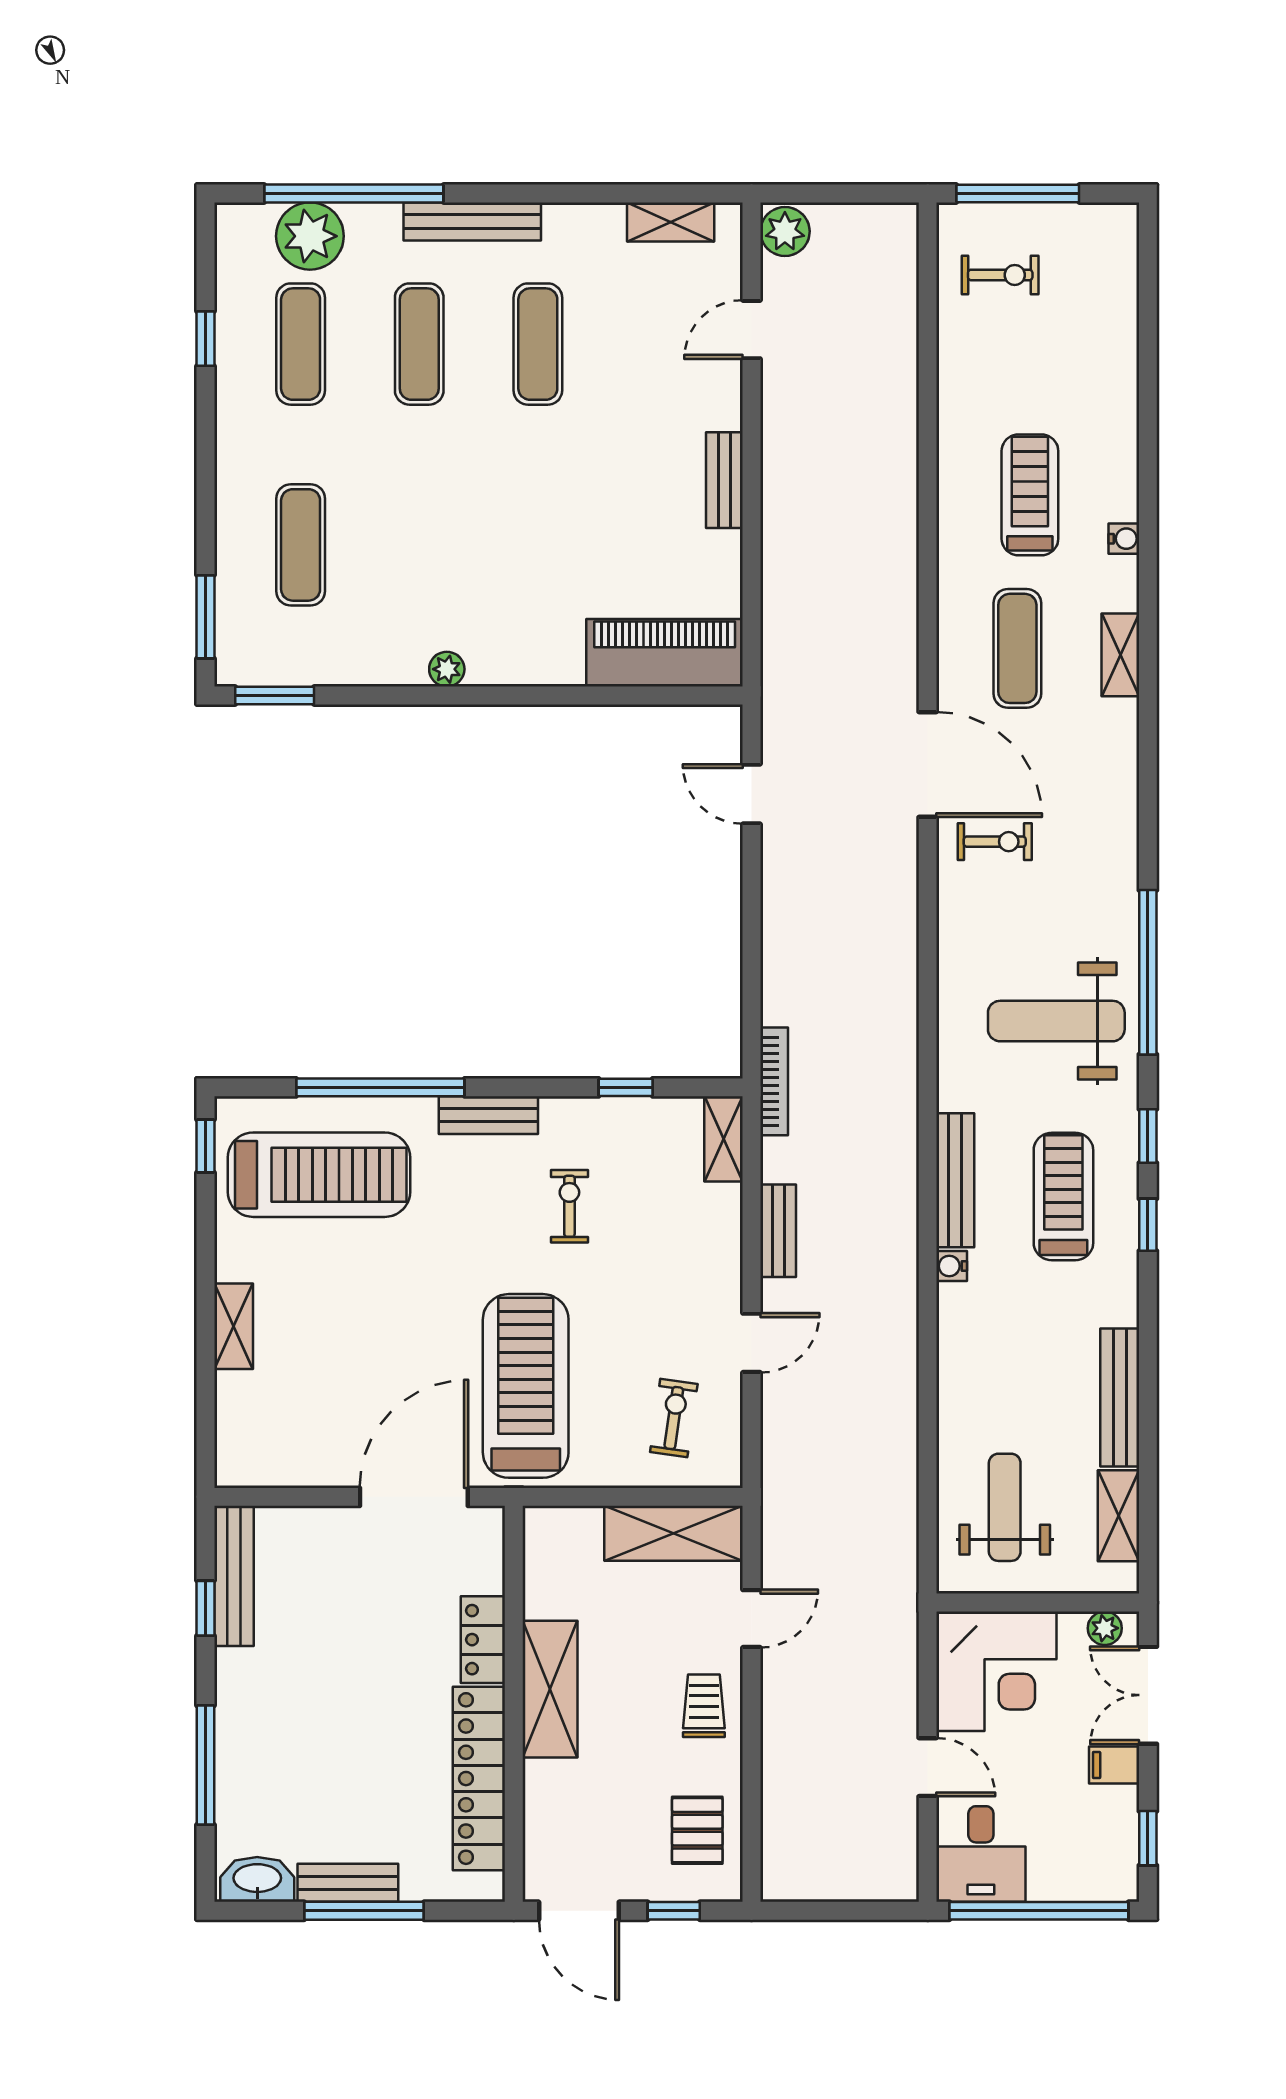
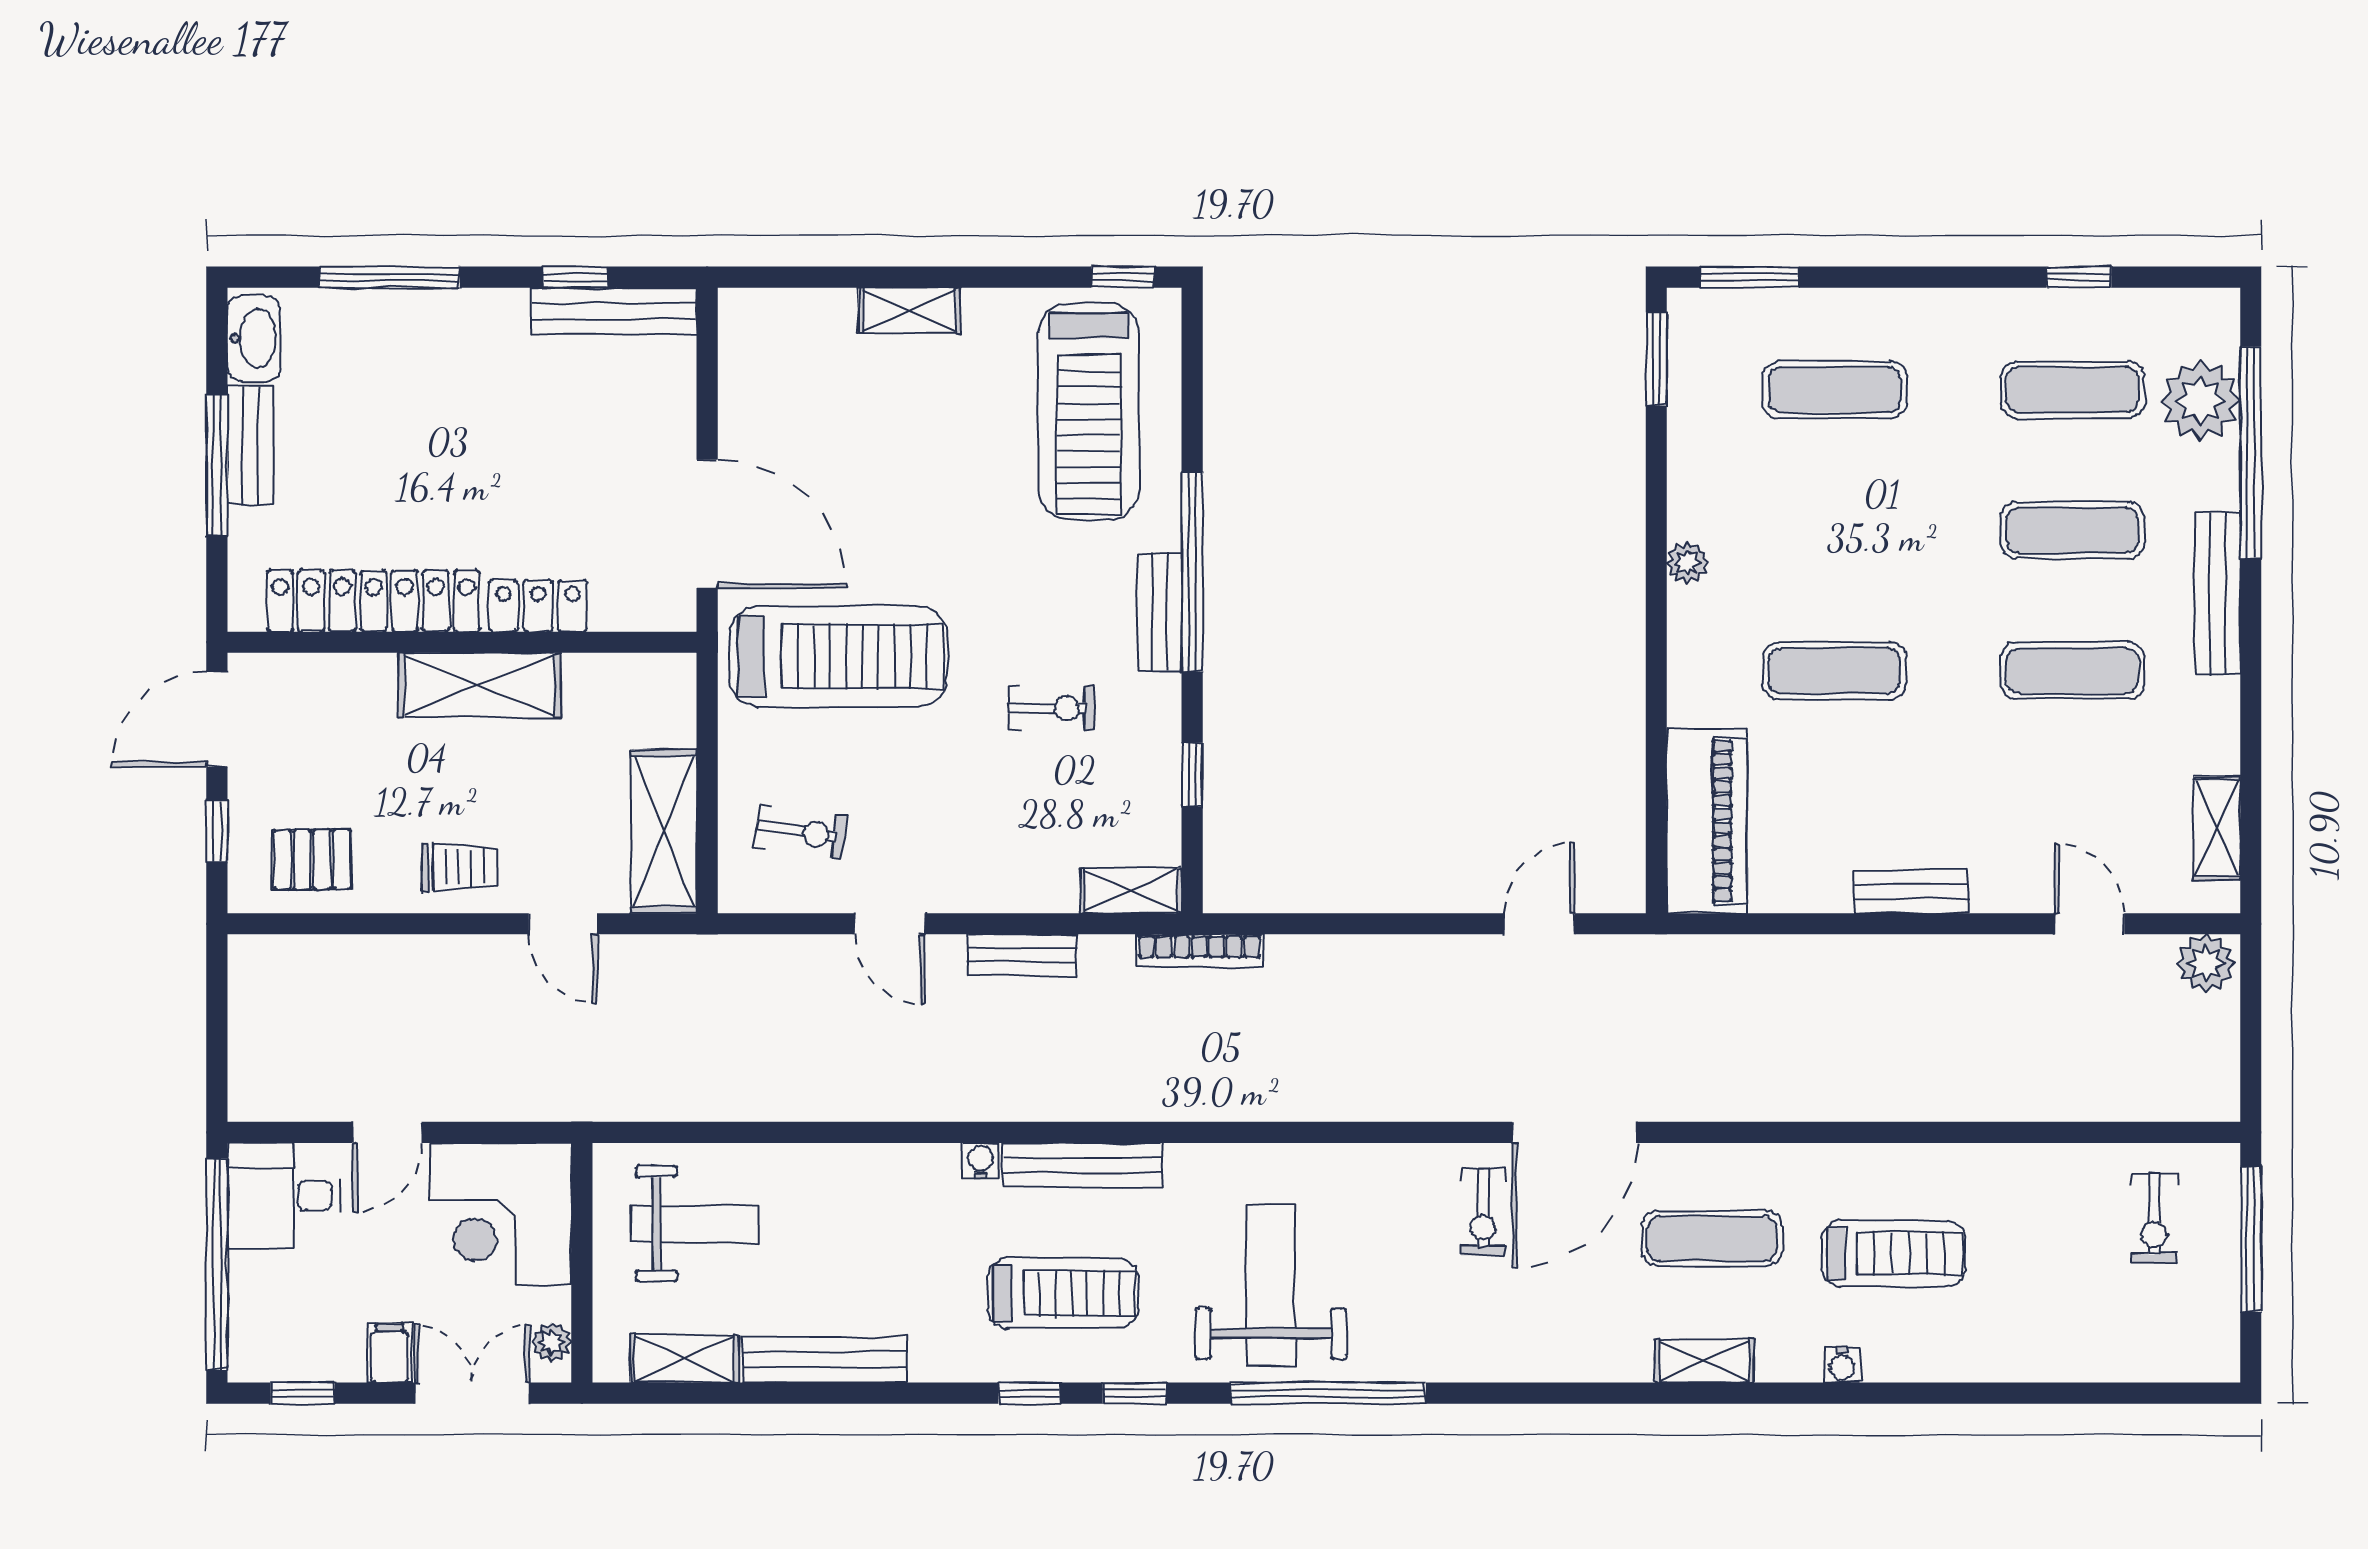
exercise mat: (538, 545) -> (1835, 671), added
window: (380, 1087) -> (1192, 572), moved

